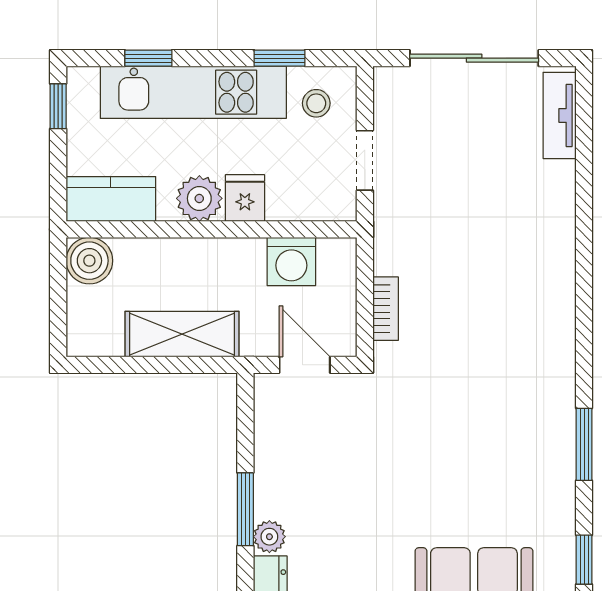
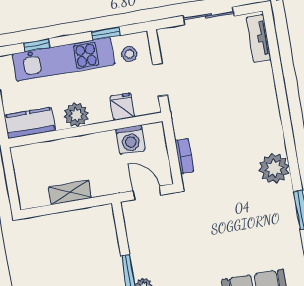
sliding door: (474, 58) -> (208, 16), width x0.73
fridge: (245, 198) -> (122, 107), moved
boiler: (89, 261) -> (24, 157), removed
shelving: (182, 334) -> (70, 192), width x0.67, depth x0.75
plant: (547, 360) -> (274, 168), added

